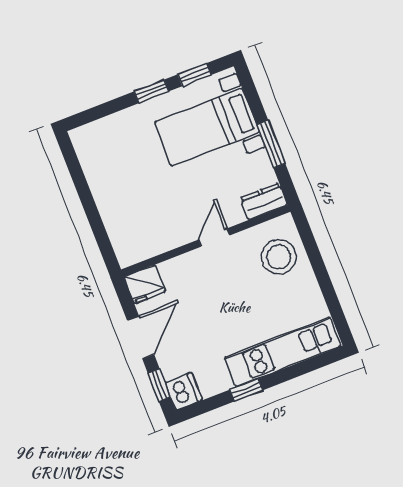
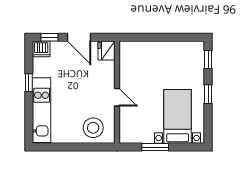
window: (194, 75) -> (208, 60), moved
dresser: (264, 201) -> (126, 131), removed

